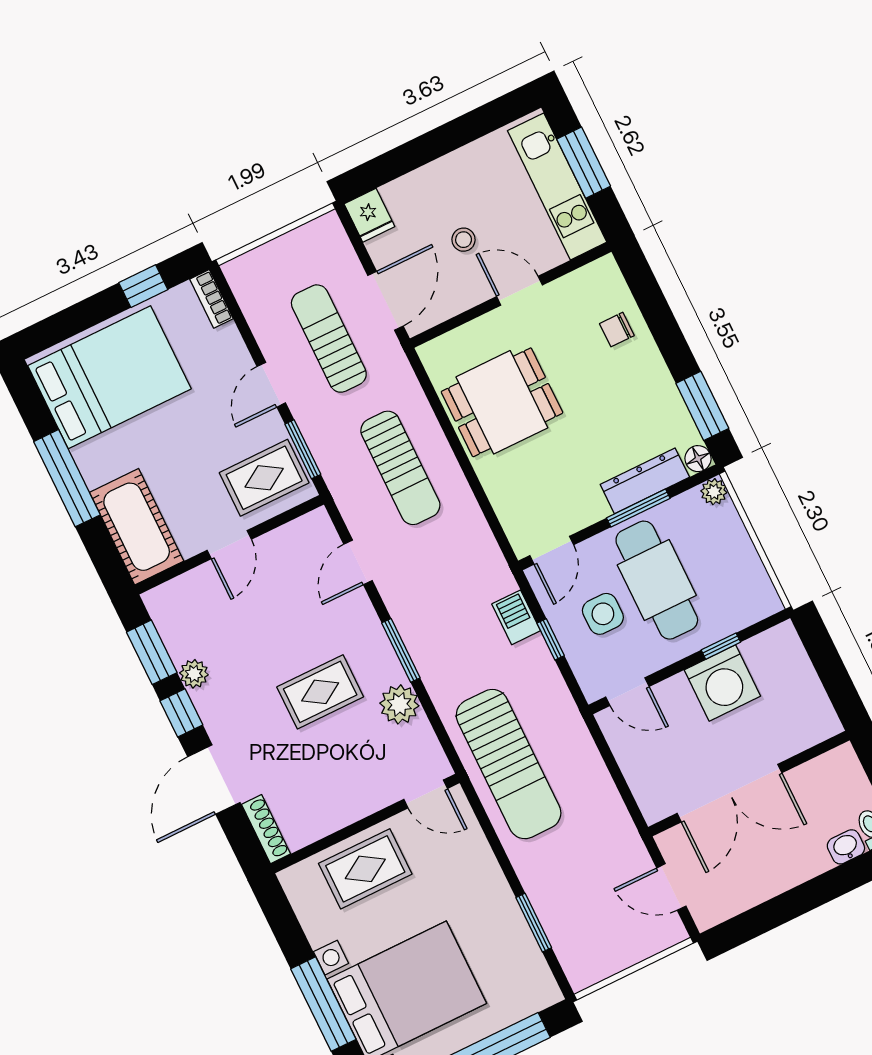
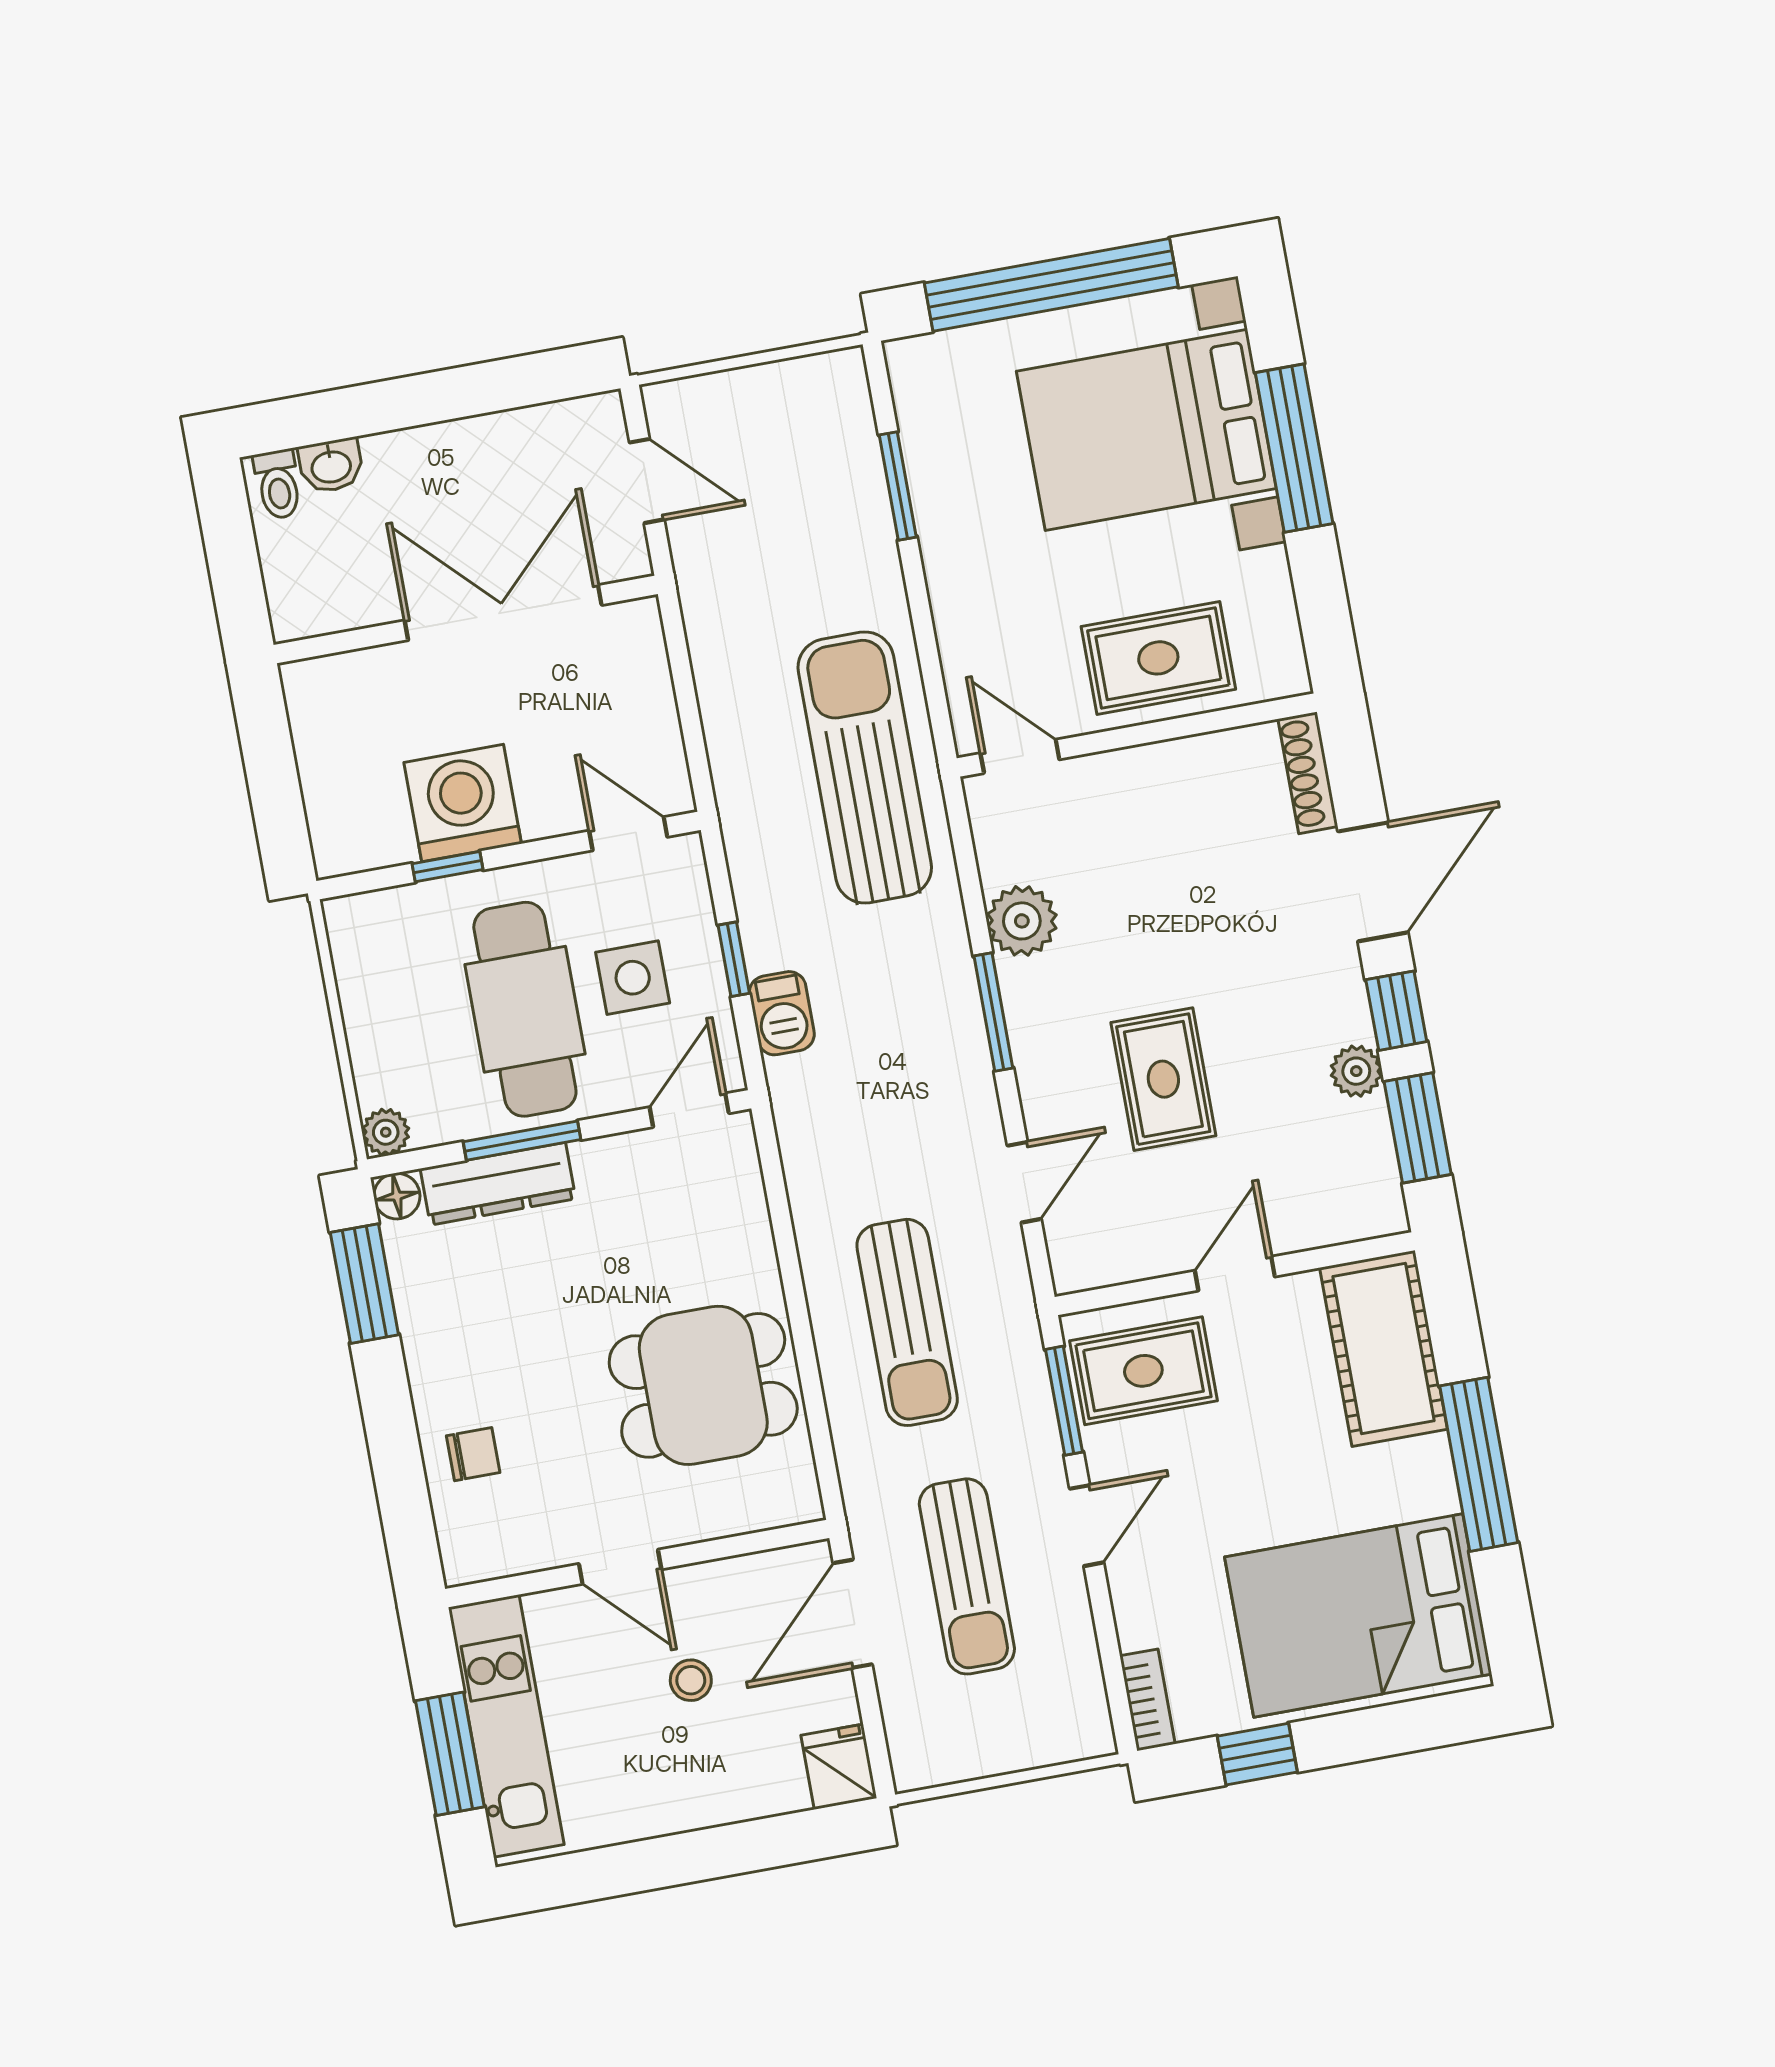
sun lounger: (400, 468) -> (907, 1322), turned 180
rug: (320, 692) -> (1163, 1079), moved, turned 90

